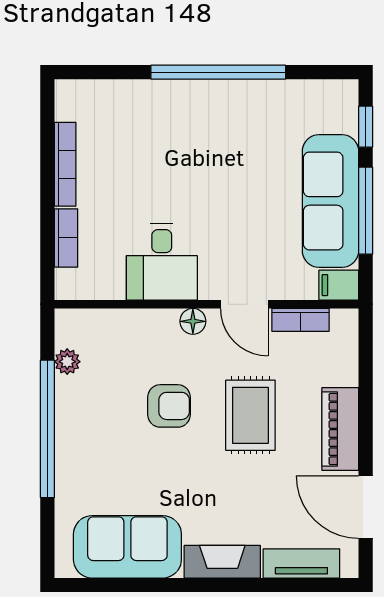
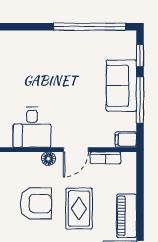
window: (218, 72) -> (90, 27), moved
sofa: (330, 201) -> (121, 86), width x0.73
door: (244, 304) -> (76, 150), hinge flipped
armchair: (169, 406) -> (36, 204), width x1.38, depth x1.38

